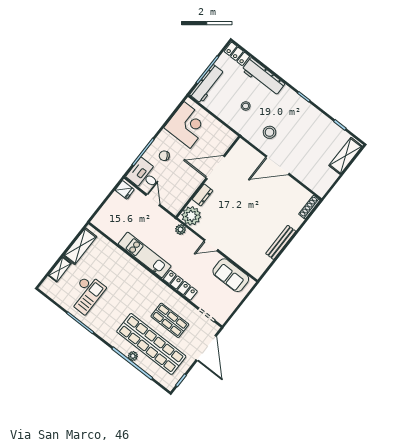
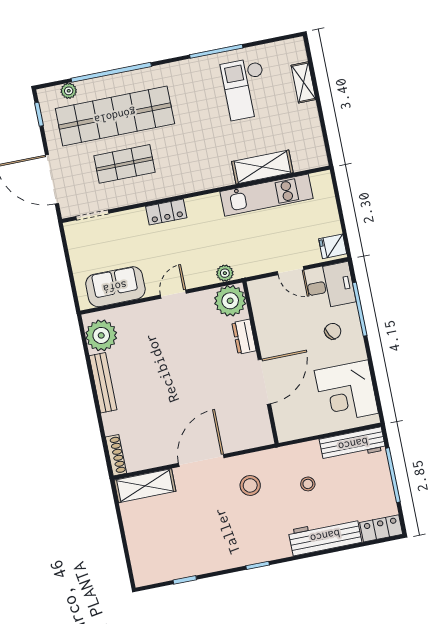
workbench: (207, 84) -> (353, 444), moved, turned -90
shelving: (346, 156) -> (145, 486), moved, turned 90
shelving: (80, 246) -> (262, 167), moved, turned 90
kitchen unit: (145, 255) -> (267, 195), moved
plant: (259, 262) -> (101, 335), added
locker: (180, 285) -> (166, 212), width x0.66
plant: (133, 356) -> (69, 91), moved

